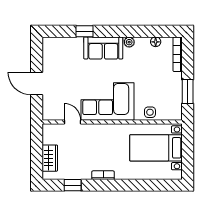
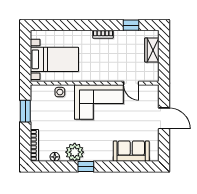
window: (84, 31) -> (86, 166), moved
plant: (129, 42) -> (75, 152), width x1.88, depth x1.88
sofa: (103, 48) -> (131, 151), moved

